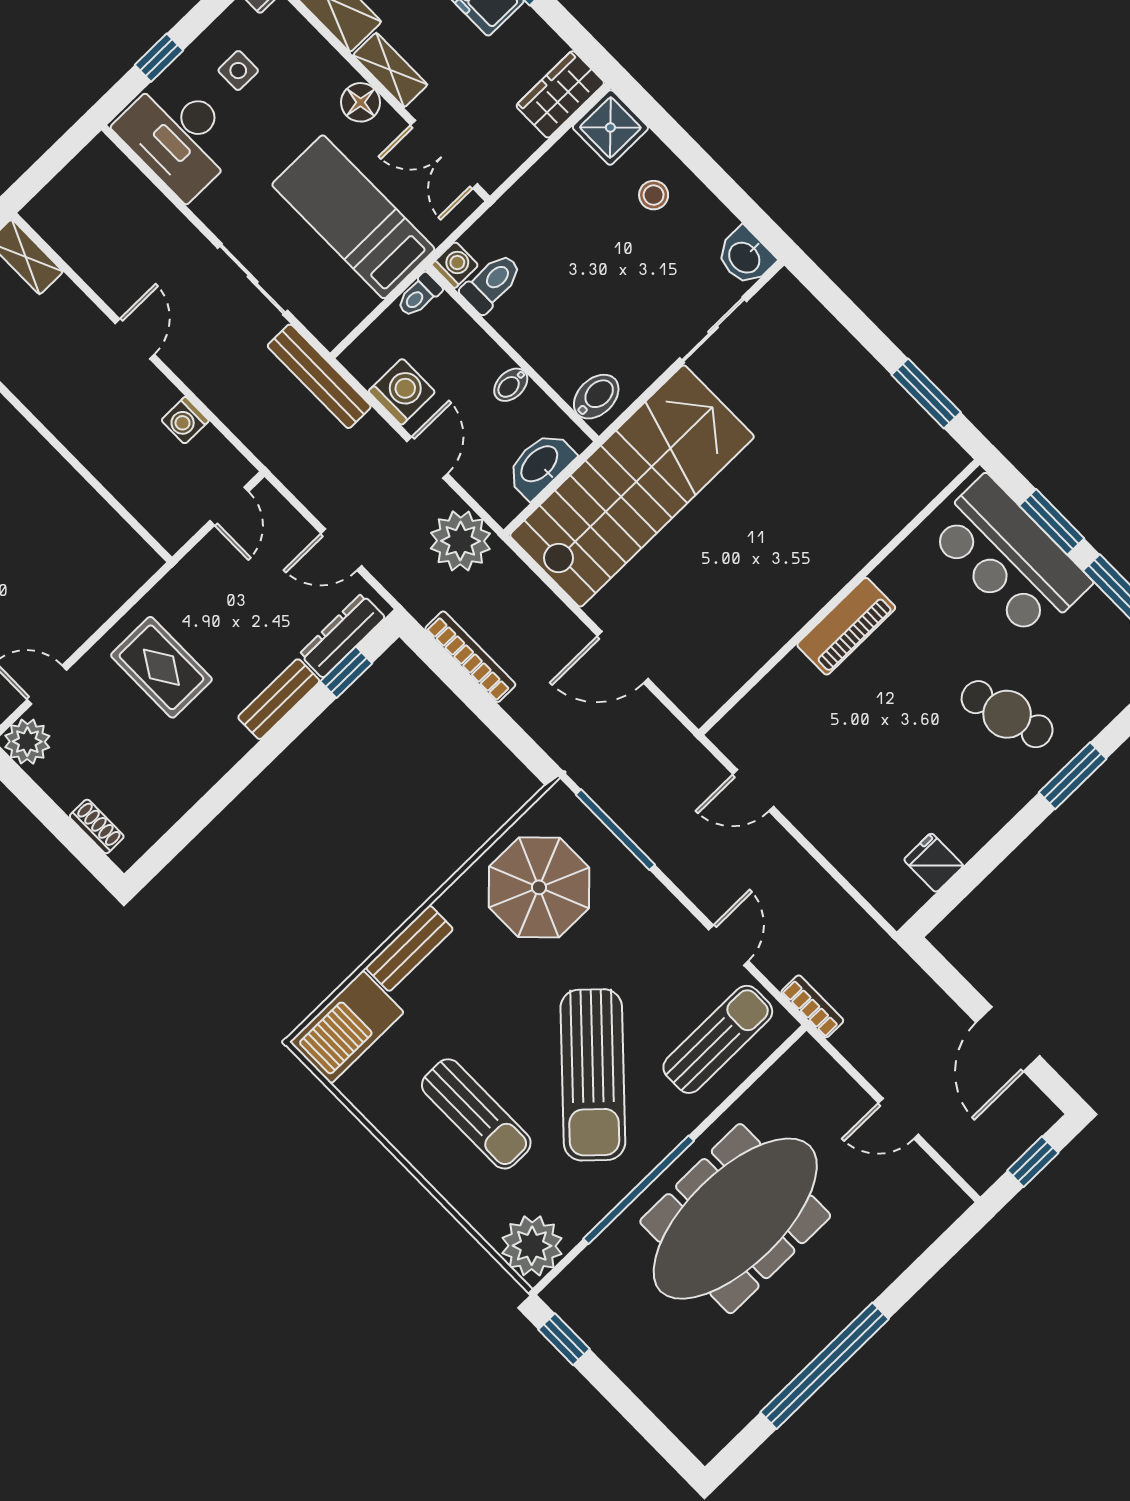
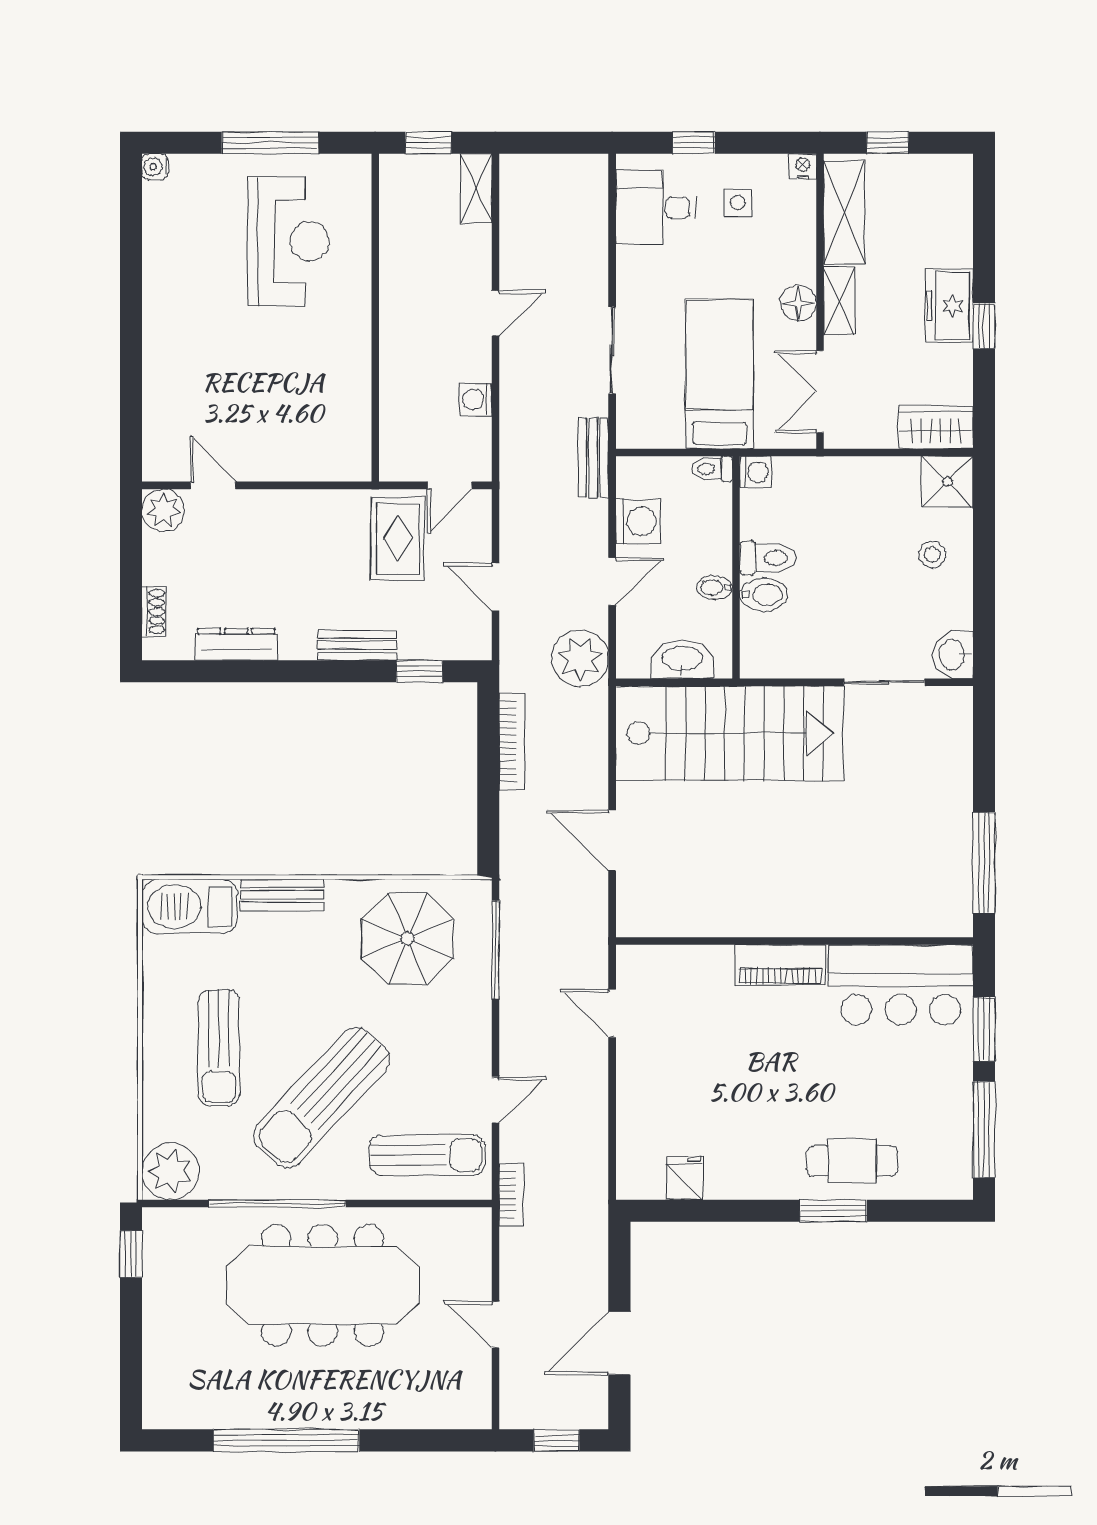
desk: (179, 136) -> (656, 208), width x0.73
toilet: (491, 283) -> (768, 558), moved
bench: (319, 376) -> (593, 458), width x0.73
window: (926, 394) -> (984, 863), width x1.44
bidet: (596, 397) -> (764, 595), moved
bar counter: (1009, 557) -> (901, 985), moved, turned -90
dresser: (342, 636) -> (236, 644), moved
rug: (161, 667) -> (398, 539), moved
cafe table: (1007, 714) -> (852, 1161), moved, turned -74

